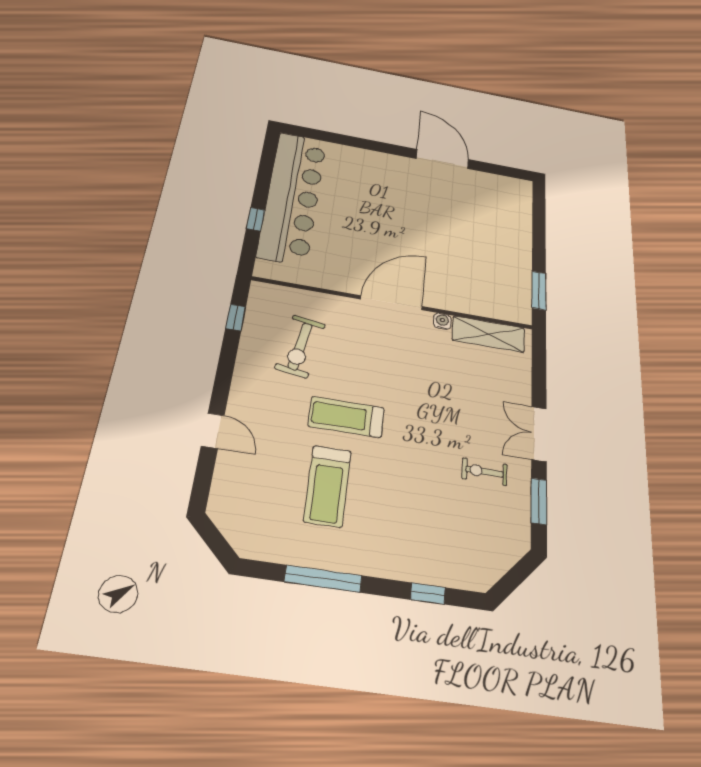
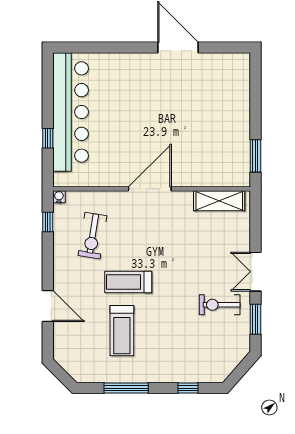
water cooler: (442, 321) -> (59, 197), moved
door: (213, 431) -> (48, 306), width x1.37
exercise bike: (485, 472) -> (220, 305), width x1.38, depth x1.39

